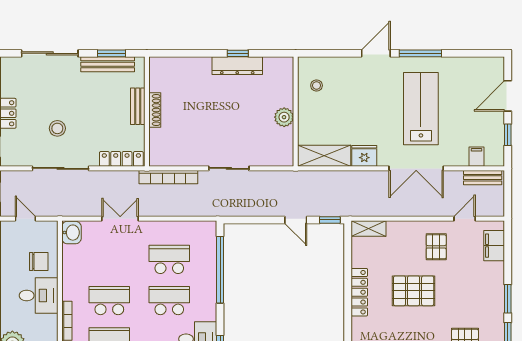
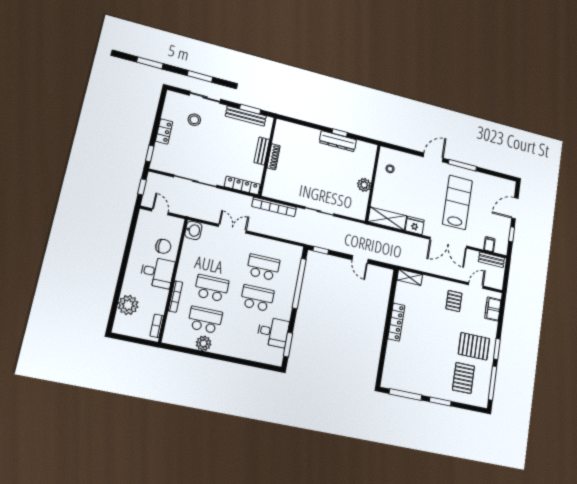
sliding door: (50, 53) -> (205, 97), width x0.73
stool: (57, 128) -> (194, 120), moved
window: (330, 220) -> (321, 250), moved
pallet: (414, 291) -> (474, 346), moved

